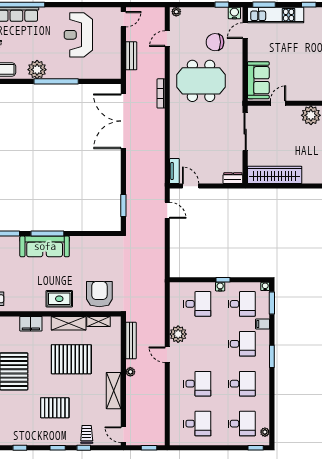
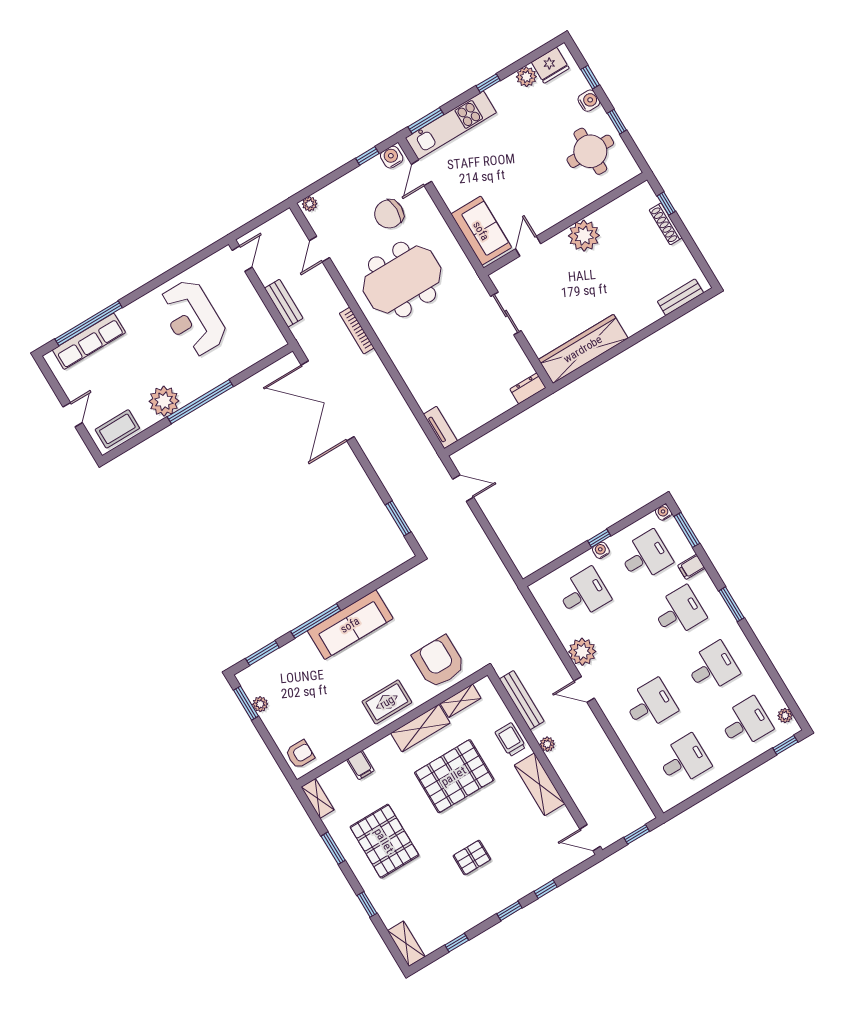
sliding door: (245, 132) -> (506, 314), width x0.73
door: (191, 186) -> (476, 435), removed
sofa: (45, 246) -> (350, 625), moved
filing cabinet: (31, 324) -> (360, 765), width x0.50
pallet: (55, 408) -> (472, 858), width x0.67, depth x0.71
trolley: (87, 434) -> (511, 740), moved

